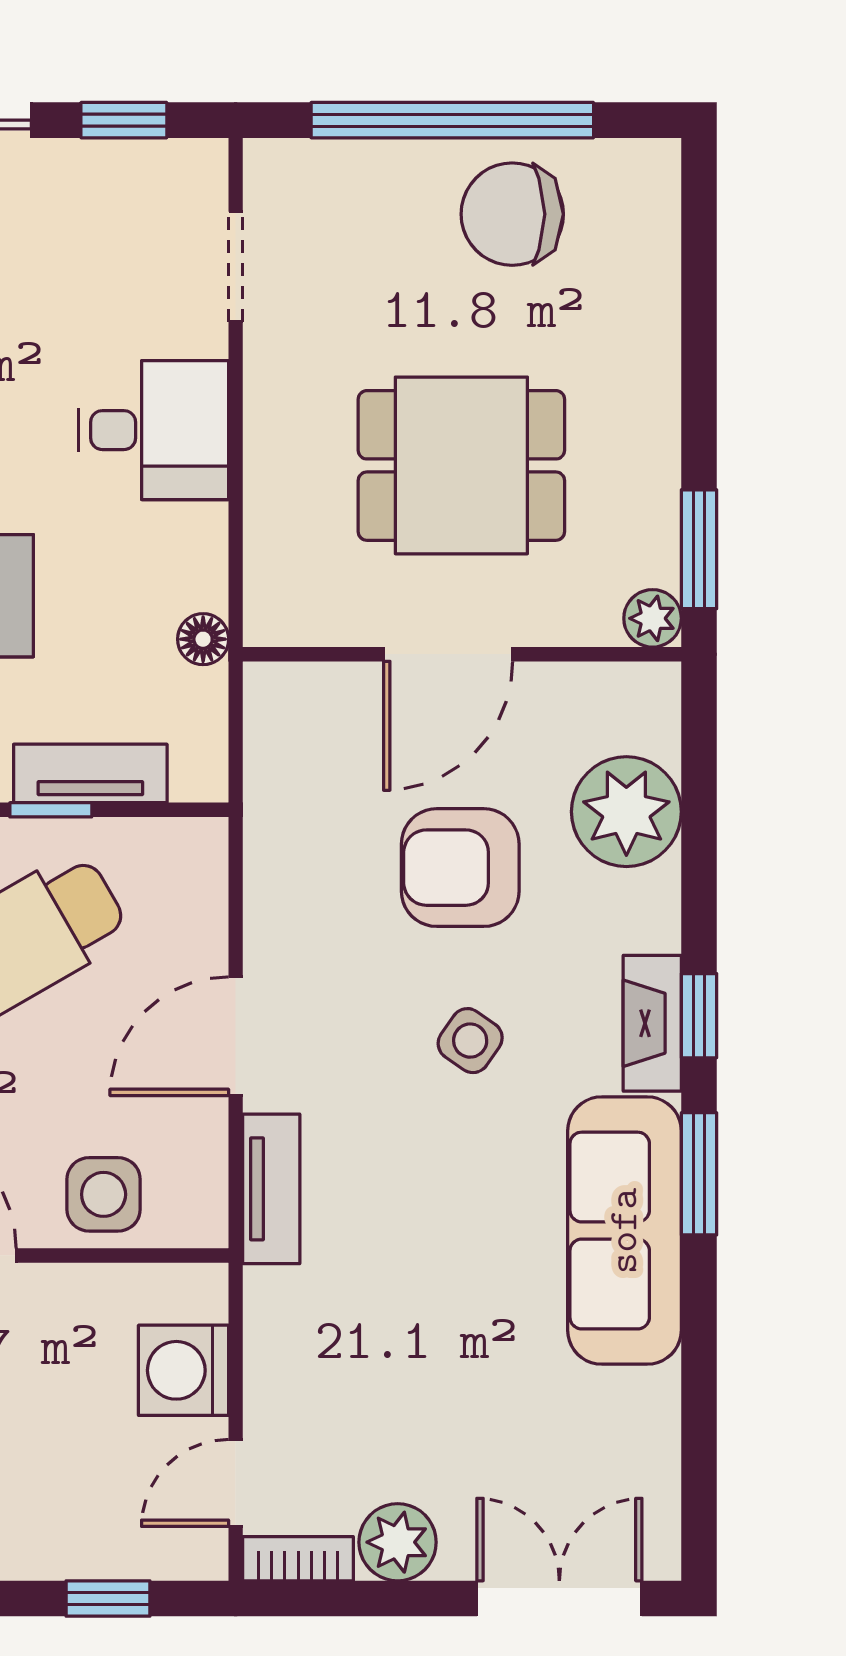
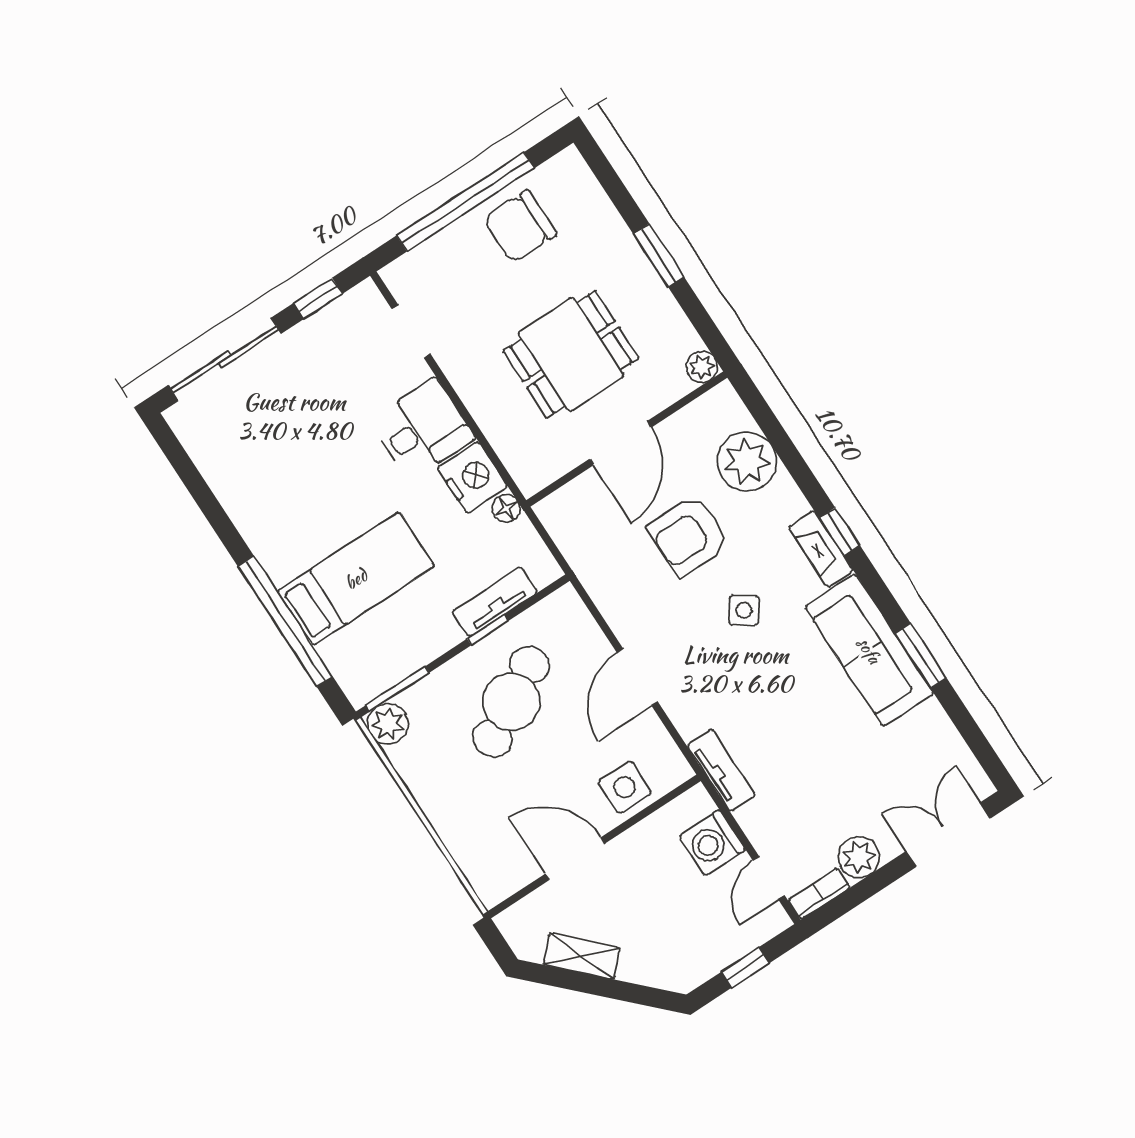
window: (699, 549) -> (659, 256), moved
nightstand: (182, 557) -> (472, 477), added
window: (699, 1174) -> (921, 656), moved
tv unit: (271, 1189) -> (721, 770), moved

